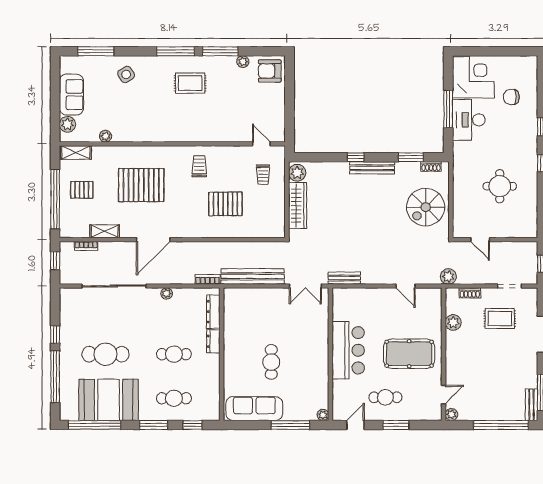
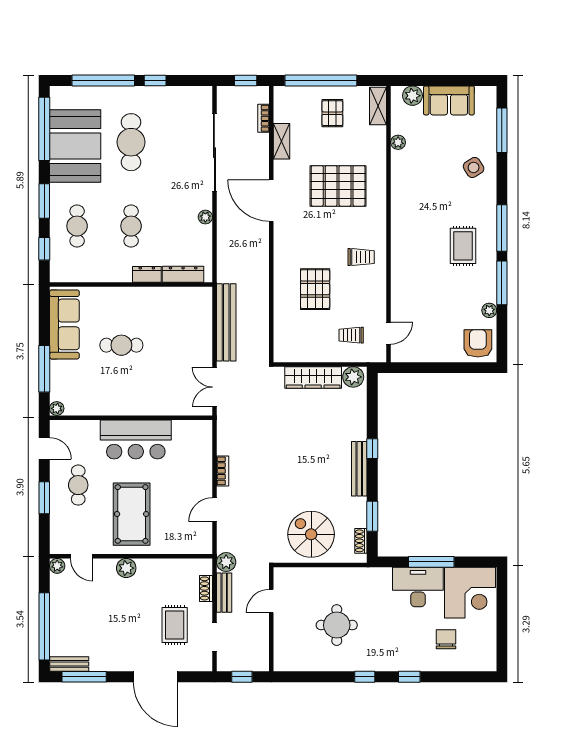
pallet: (141, 185) -> (338, 186), turned 90
bench: (344, 278) -> (224, 593), moved
bookcase: (207, 279) -> (223, 471), moved
plant: (453, 323) -> (126, 568), moved

